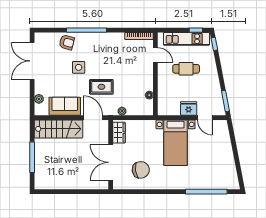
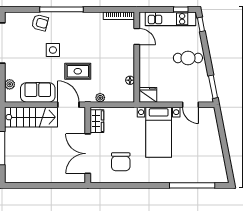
cafe table: (186, 69) -> (188, 58), moved
fridge: (189, 108) -> (148, 95), moved
chair: (141, 170) -> (121, 162), turned 98

